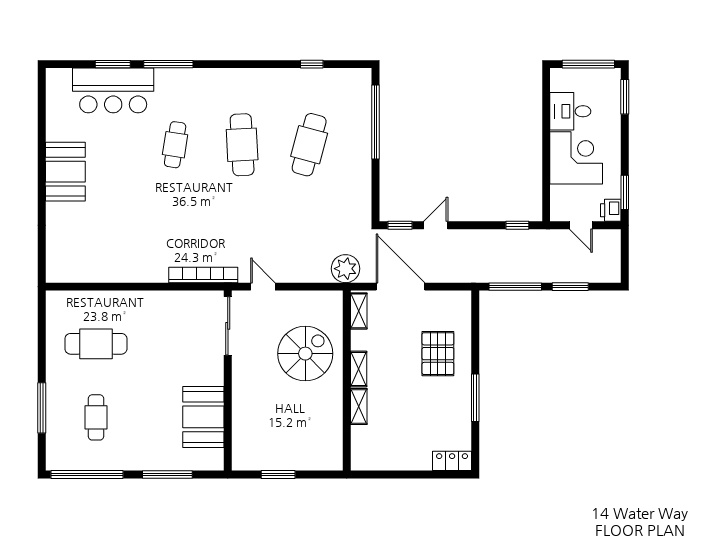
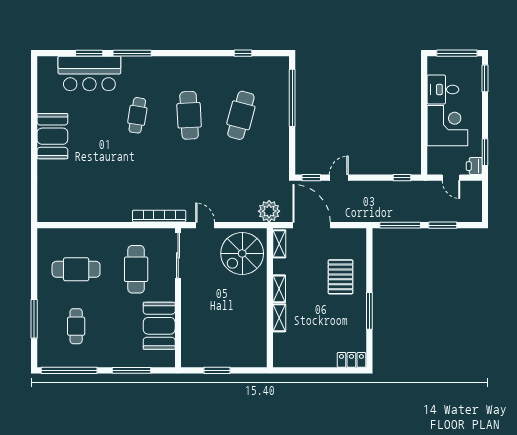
cafe table: (174, 344) -> (136, 269), added
spiral stairs: (305, 354) -> (242, 253), moved, turned 180

